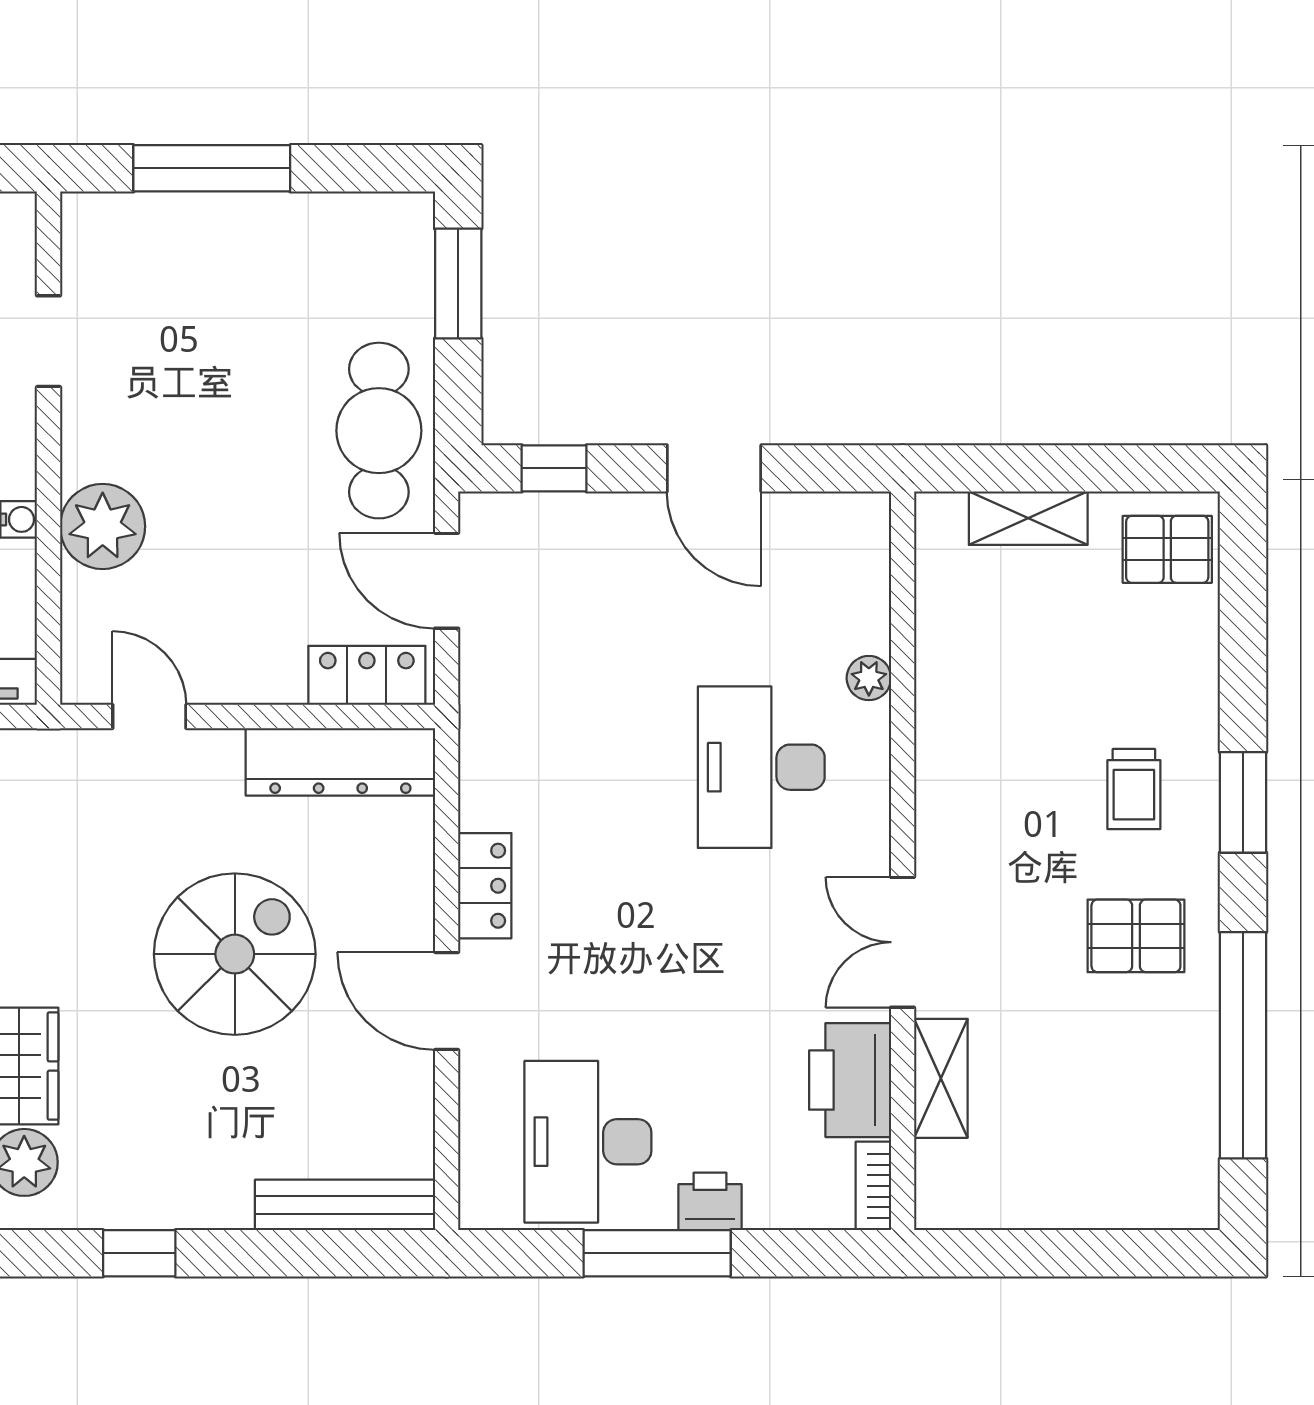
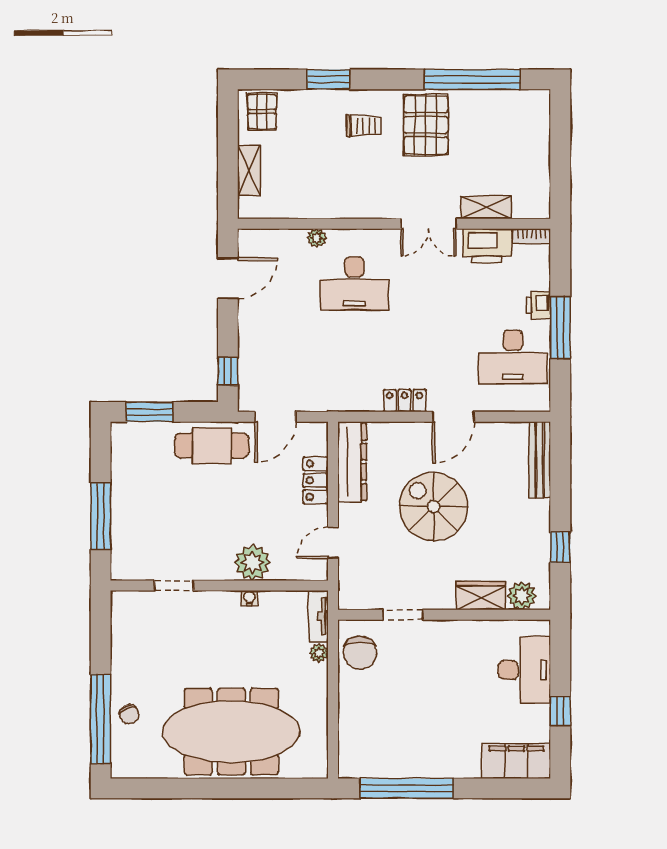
door: (714, 468) -> (228, 278), moved
locker: (367, 675) -> (315, 480), moved
window: (1243, 802) -> (328, 79), moved
pallet: (1136, 936) -> (426, 125), width x1.50, depth x1.42

